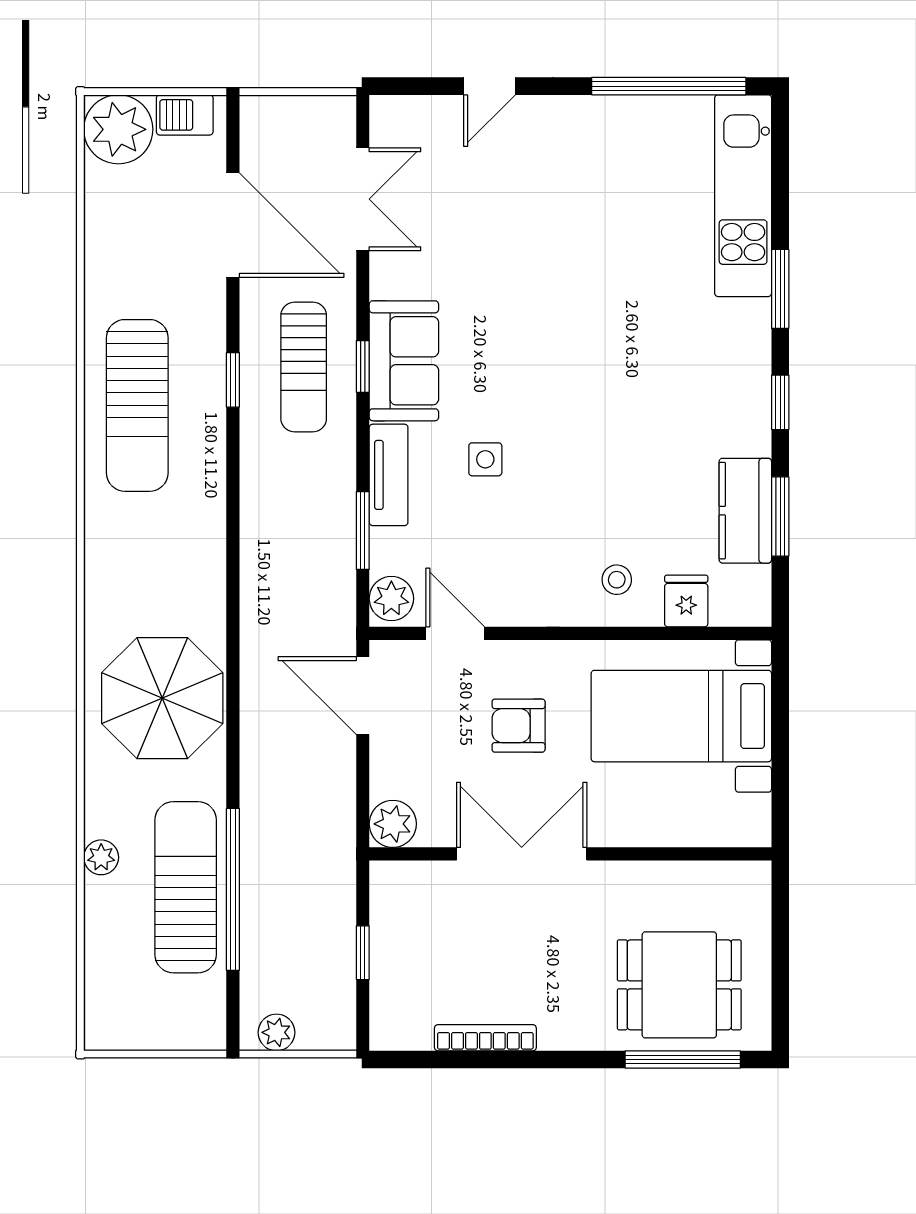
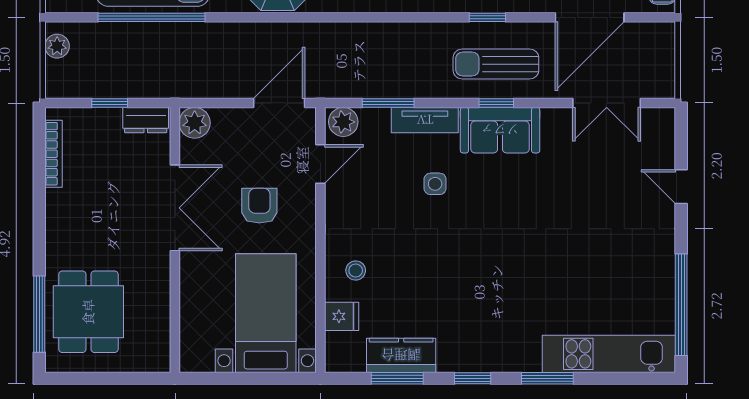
dresser: (389, 898) -> (146, 120), added
bookcase: (485, 1038) -> (54, 154), moved

